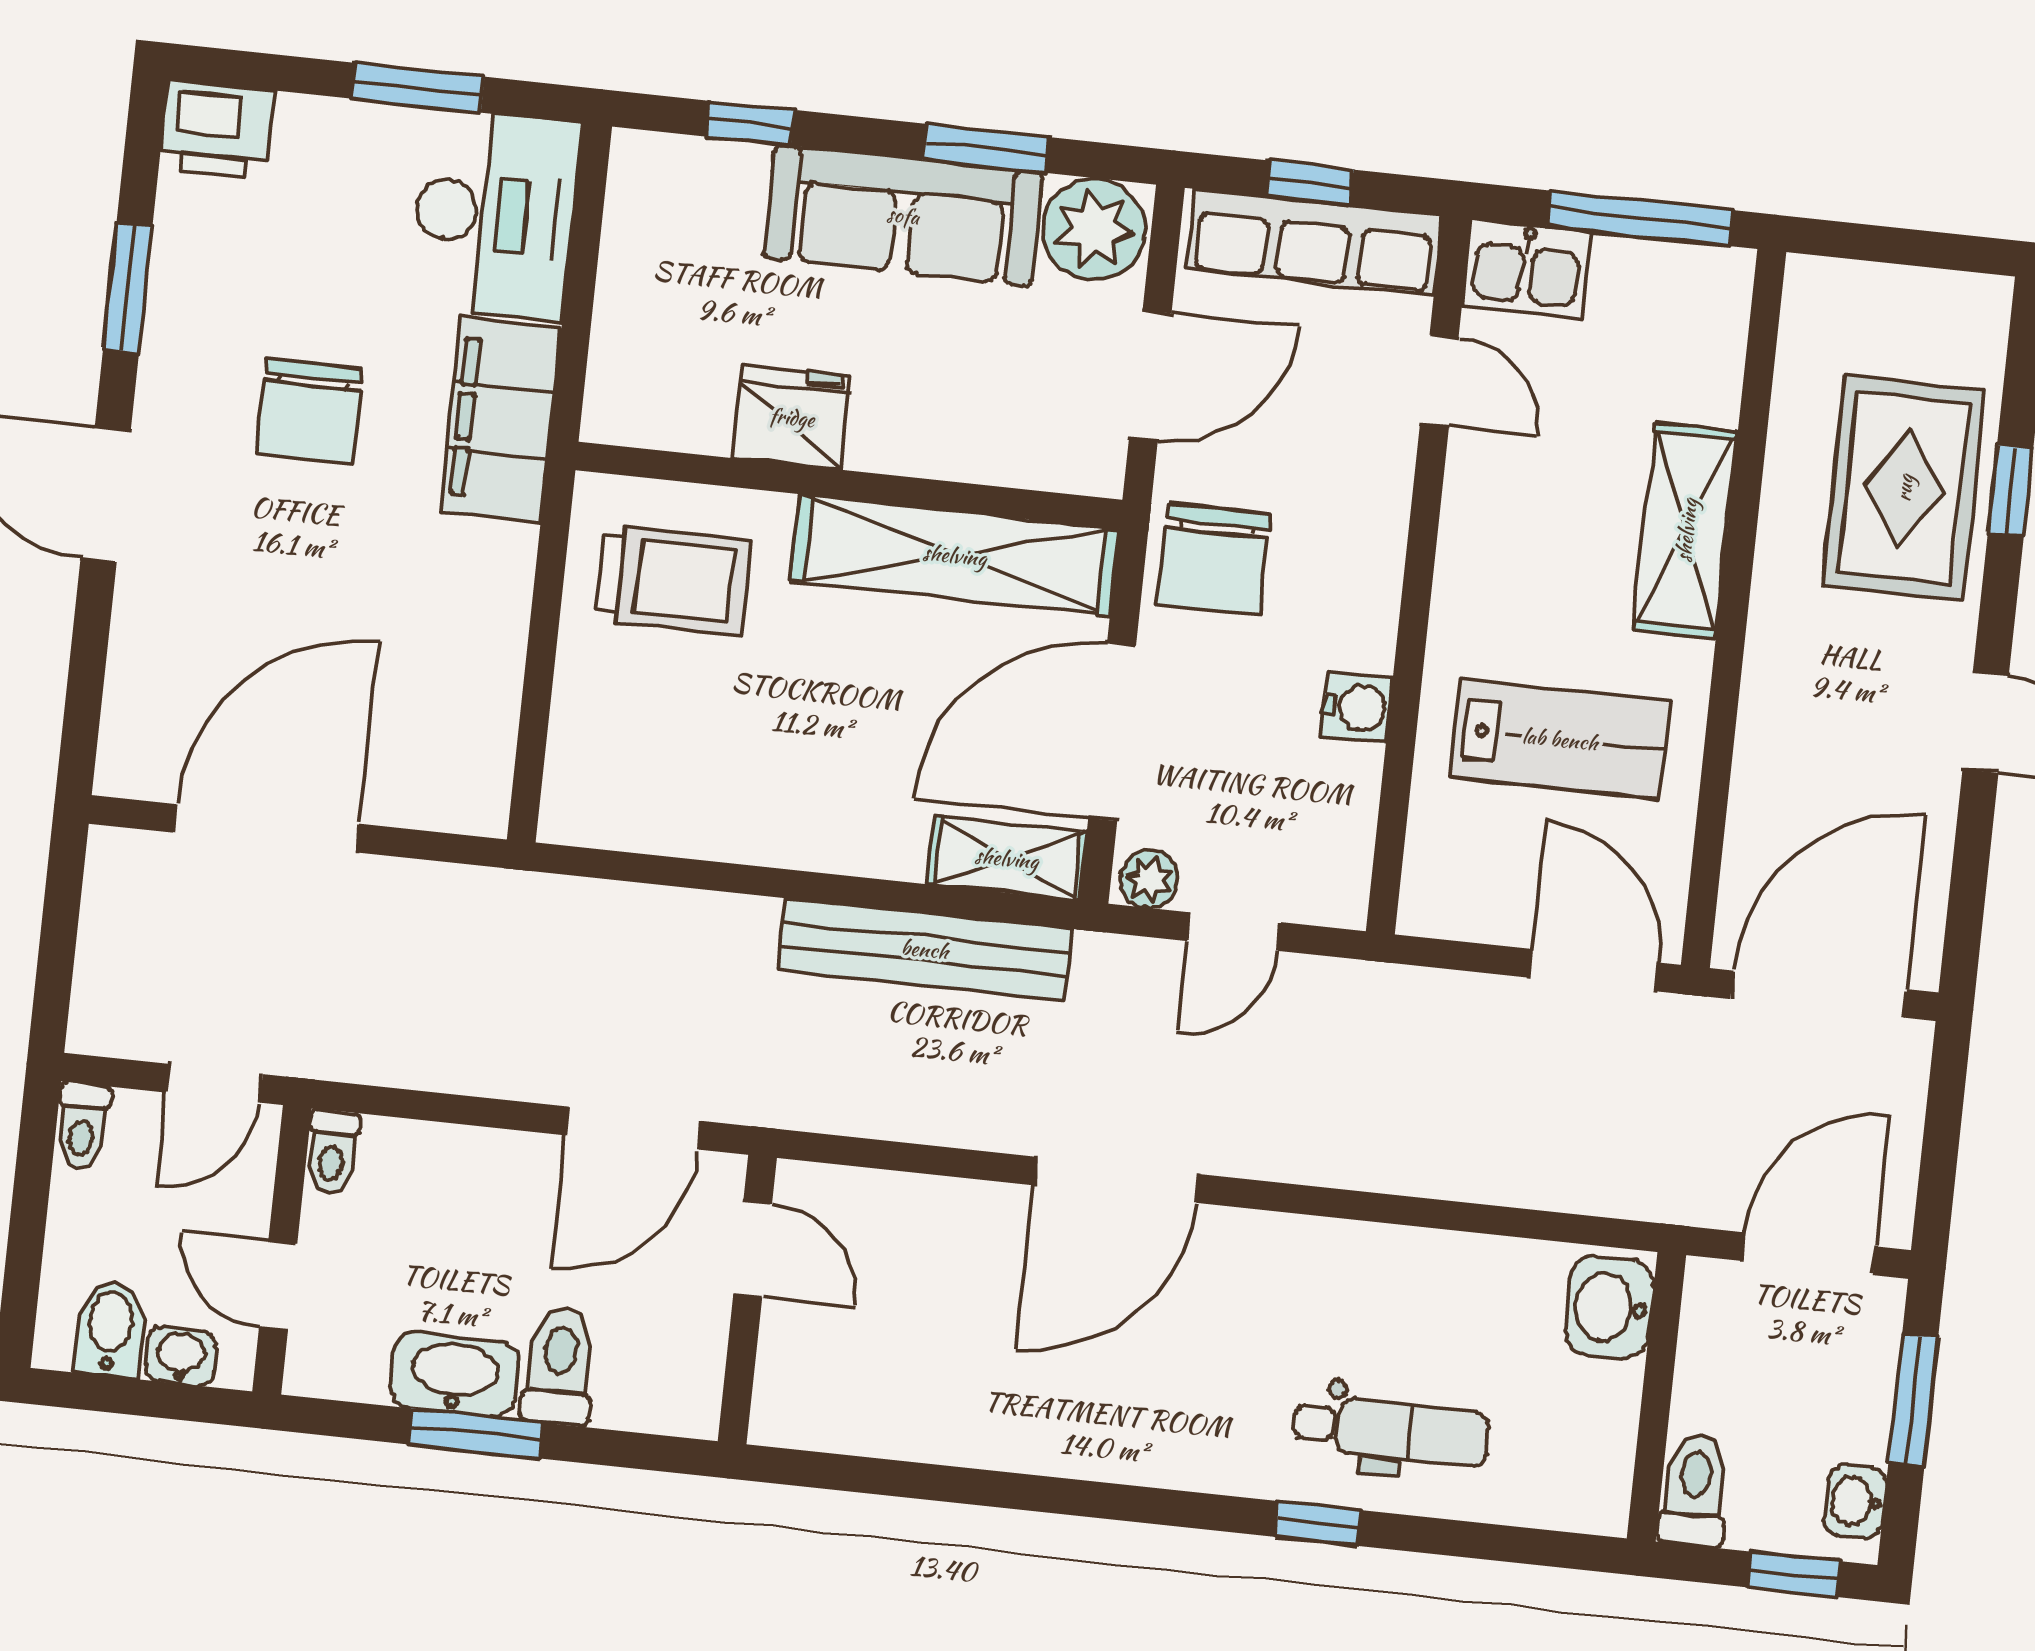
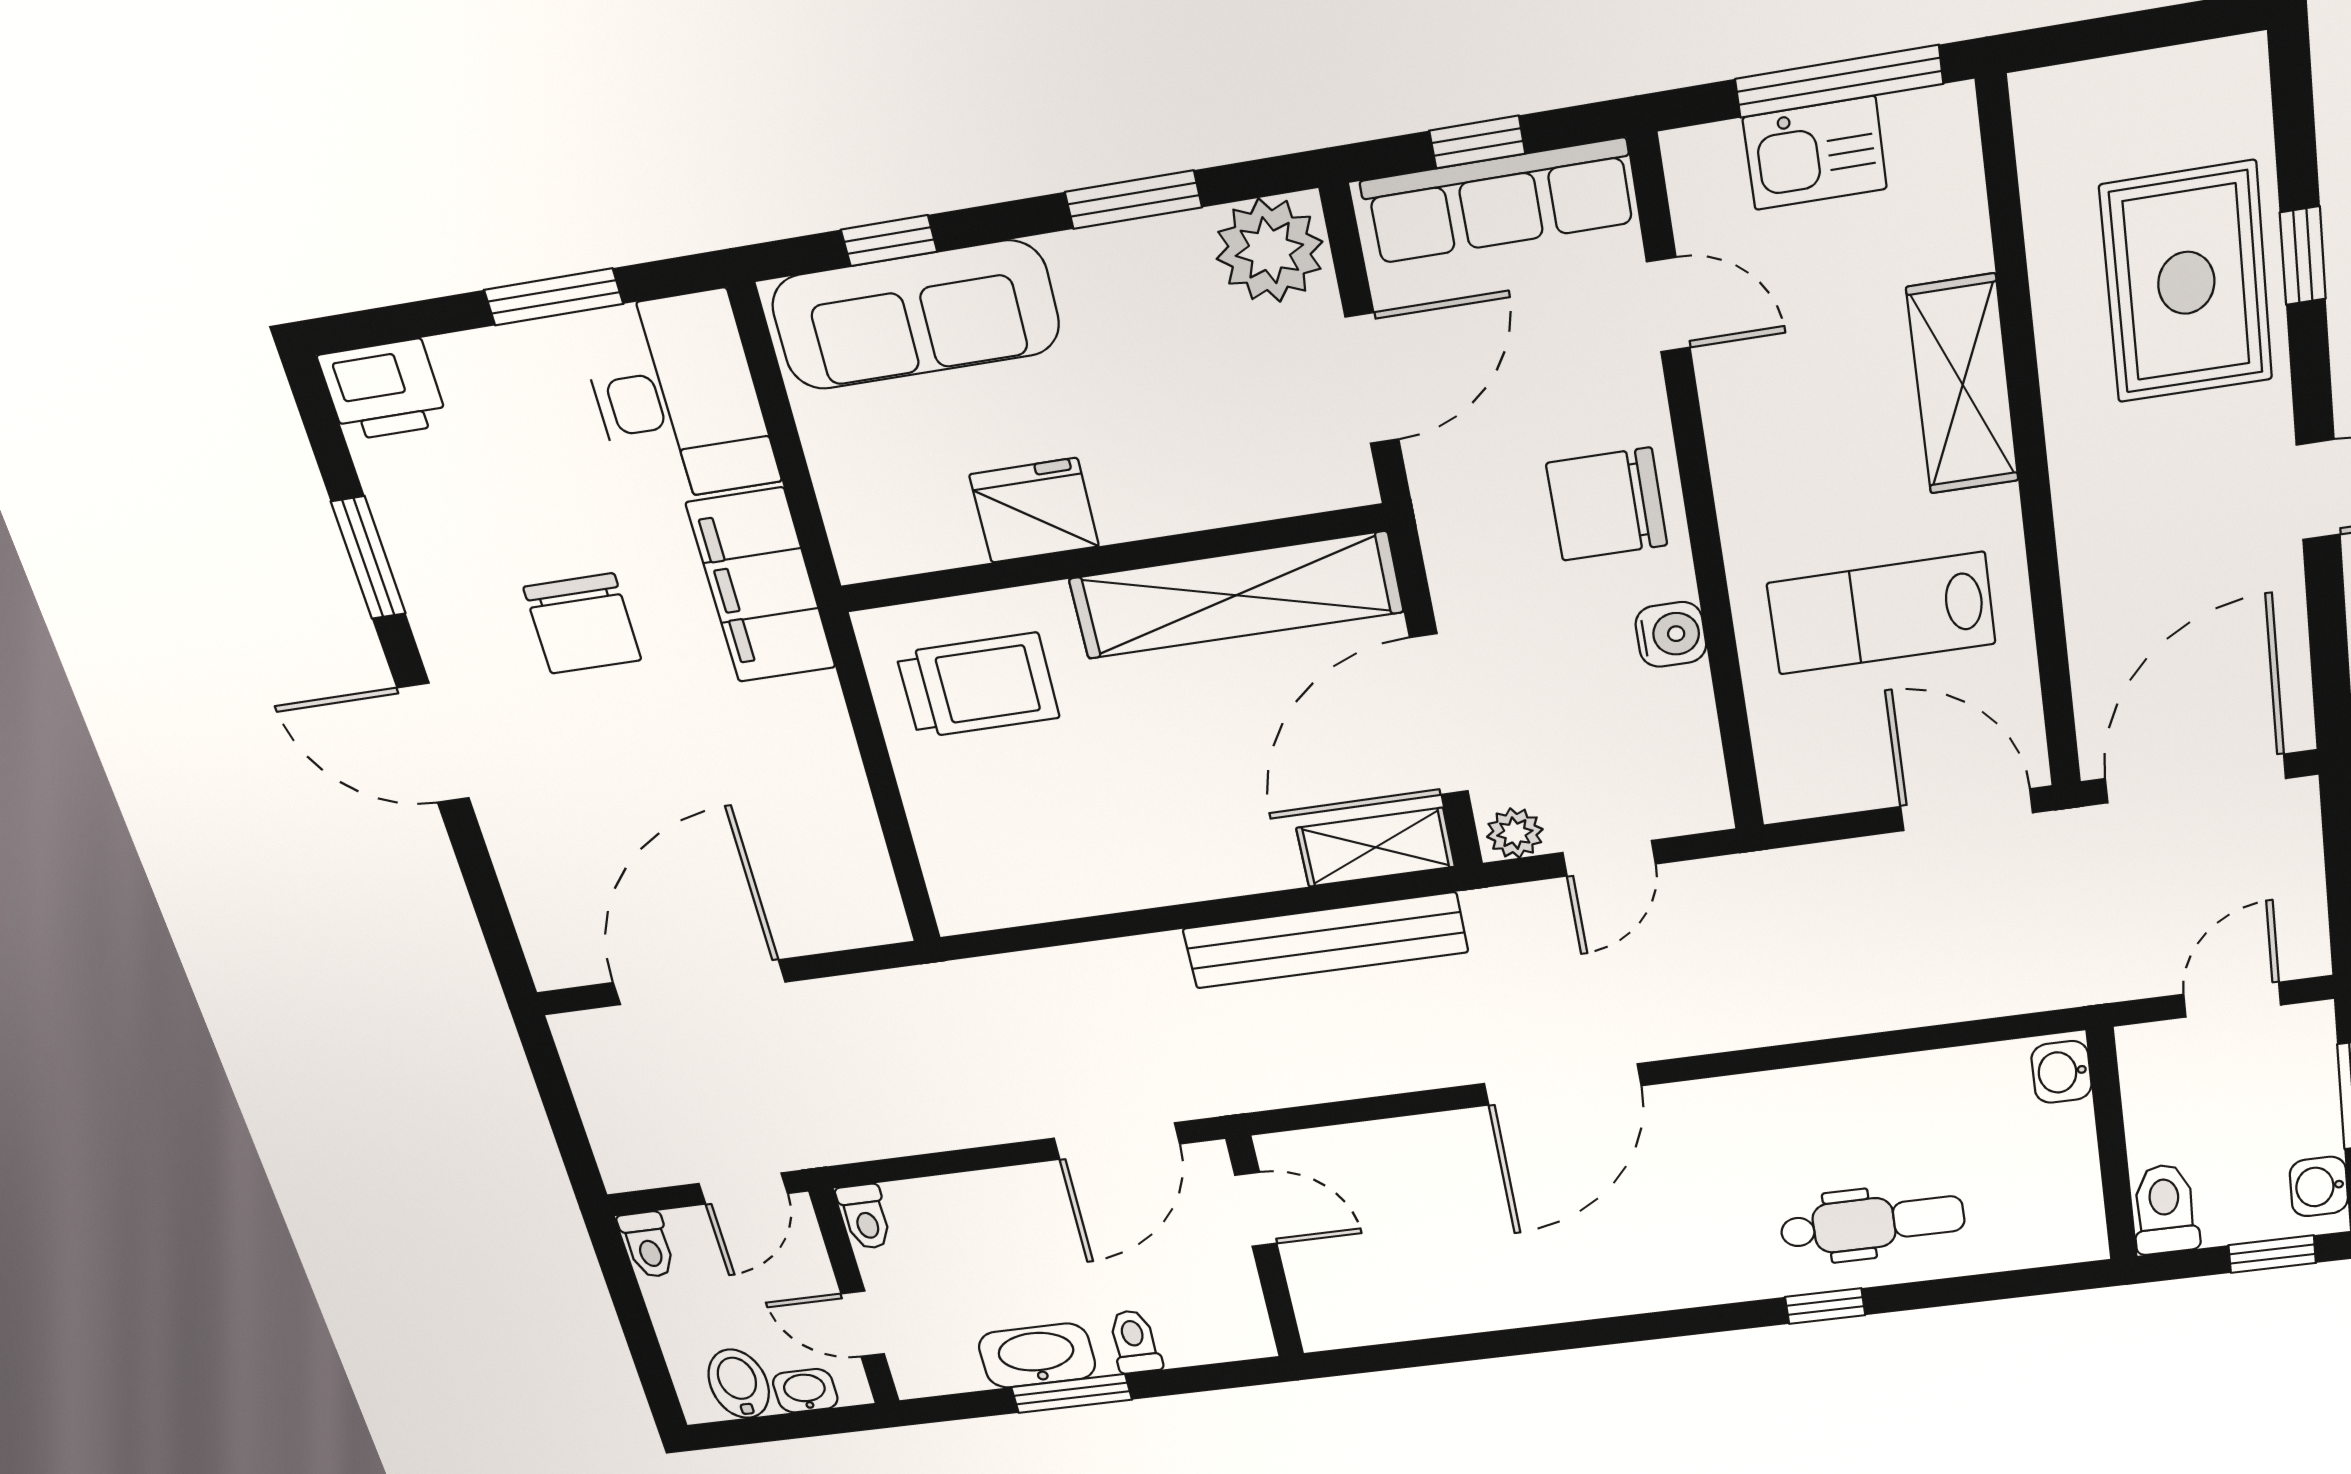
sofa: (903, 215) -> (915, 315), moved
kitchen sink: (1527, 269) -> (1815, 153), moved
chair: (1214, 559) -> (1607, 504), moved, turned 90
lab bench: (1560, 739) -> (1881, 613), turned 180
door: (1809, 1254) -> (2232, 1000), width x0.73
washbasin: (1609, 1308) -> (2061, 1072), width x0.72, depth x0.69
toilet: (559, 1366) -> (1134, 1342), width x0.73, depth x0.72

